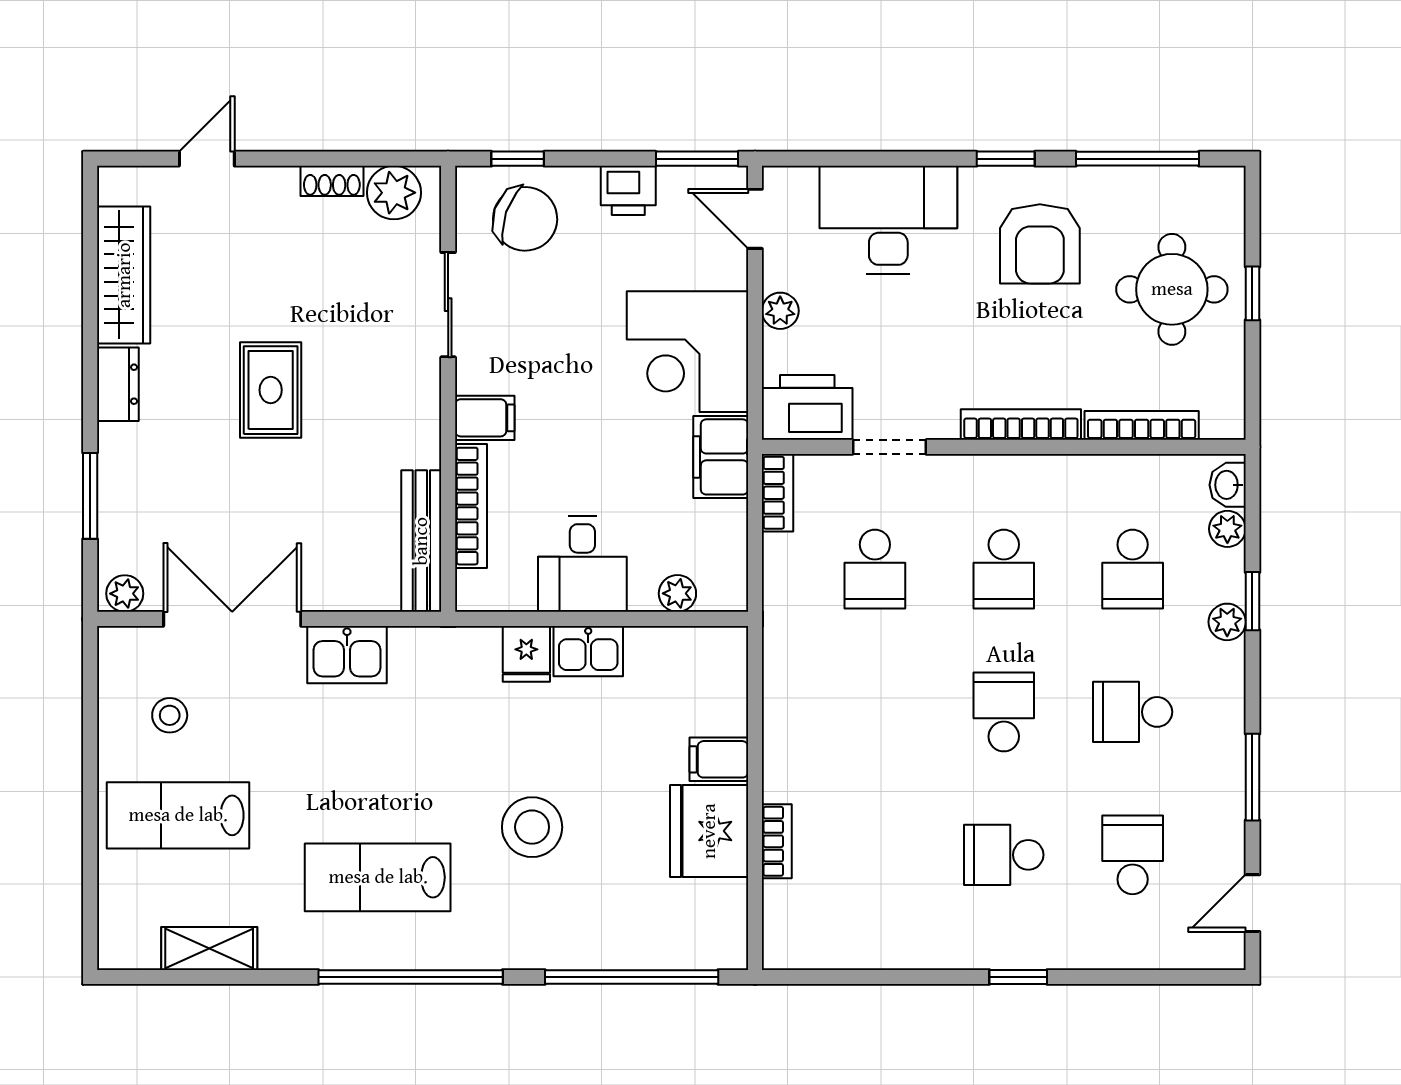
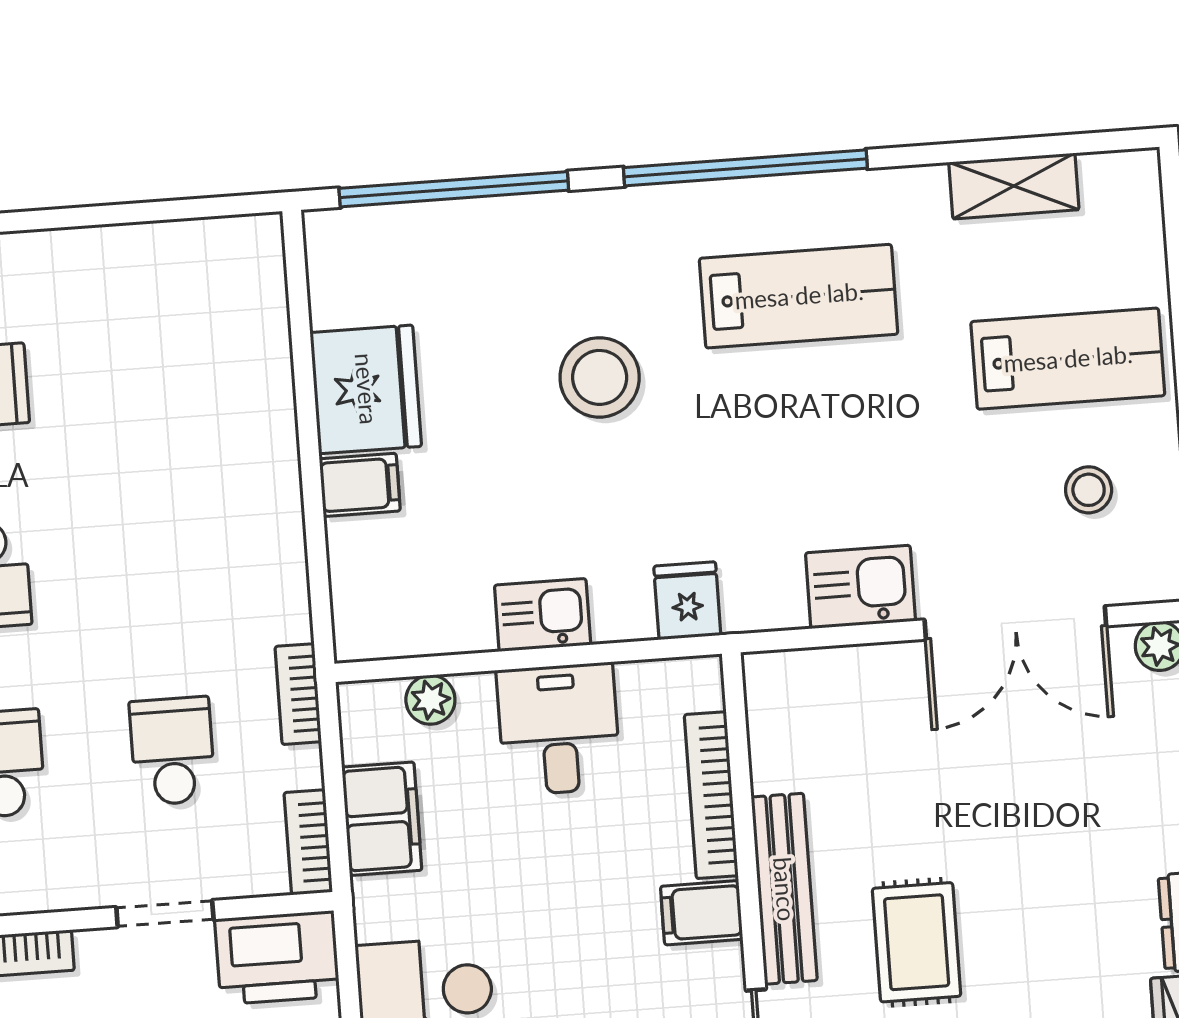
rug: (271, 390) -> (917, 942), moved
filing cabinet: (721, 457) -> (382, 819), moved
bench: (421, 541) -> (784, 889), moved
fridge: (526, 654) -> (687, 601), moved
bookcase: (777, 841) -> (298, 694), moved

